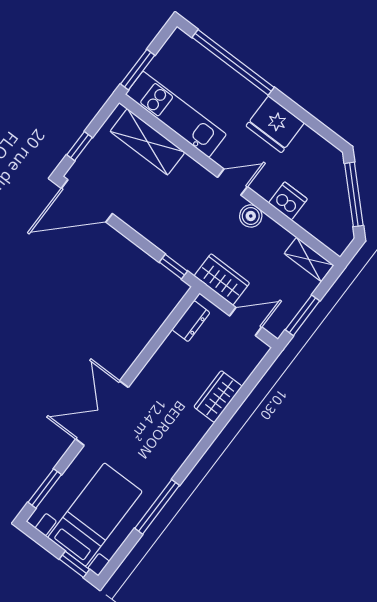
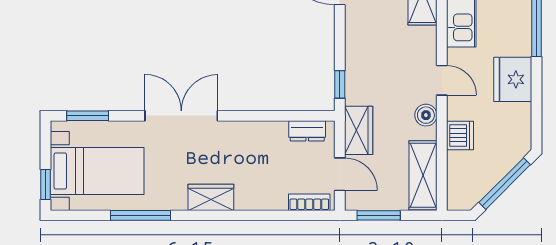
shelving: (309, 259) -> (423, 175), width x1.50, depth x1.33
bookcase: (250, 363) -> (309, 202), added
wardrobe: (218, 397) -> (211, 197), moved

